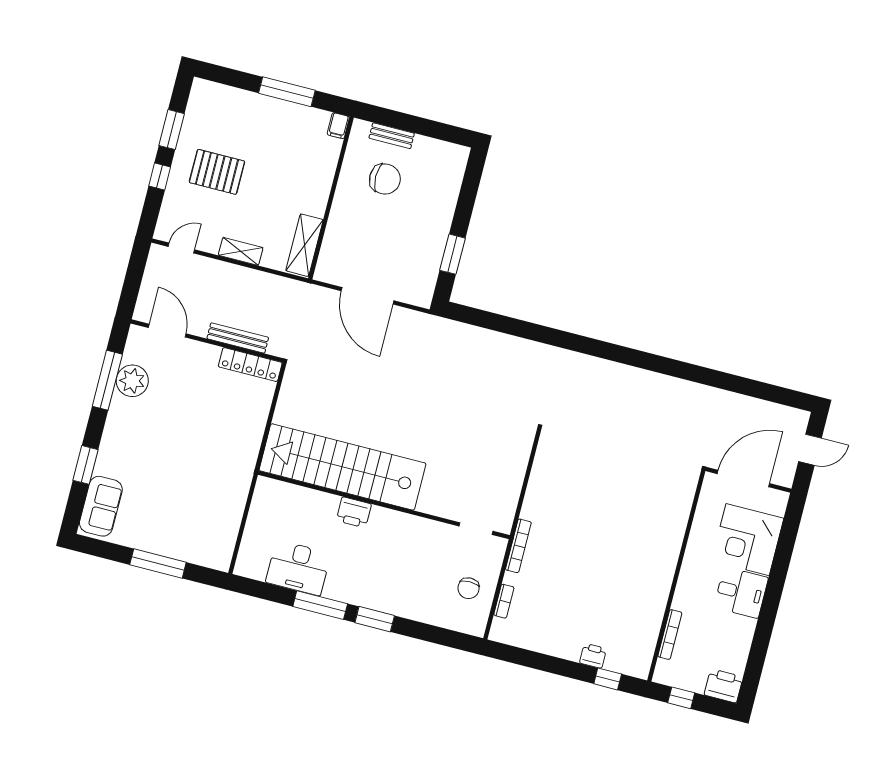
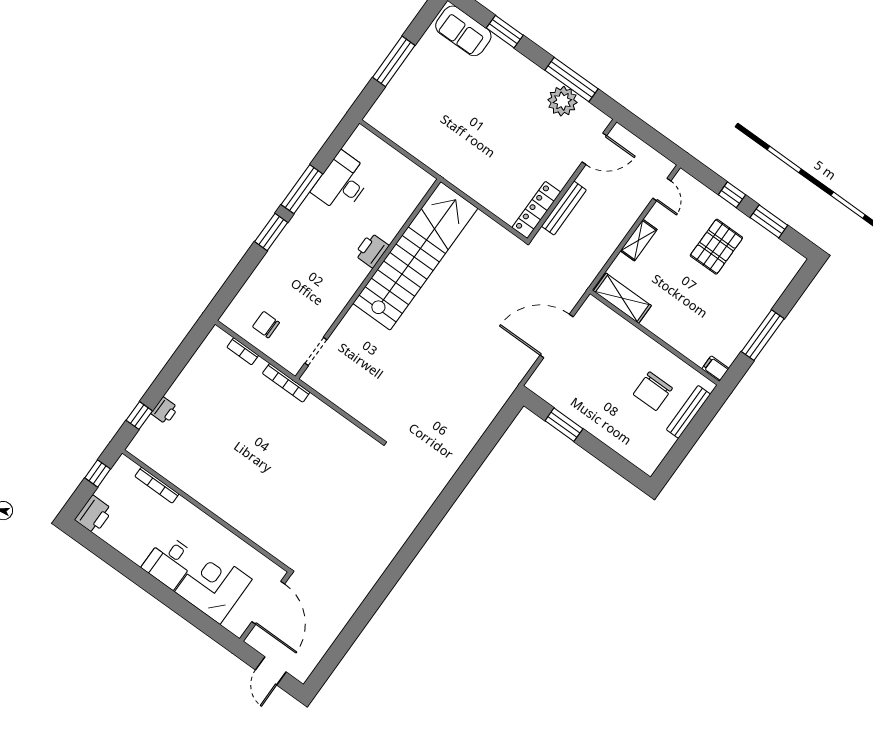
bench: (392, 136) -> (688, 412), width x1.36

